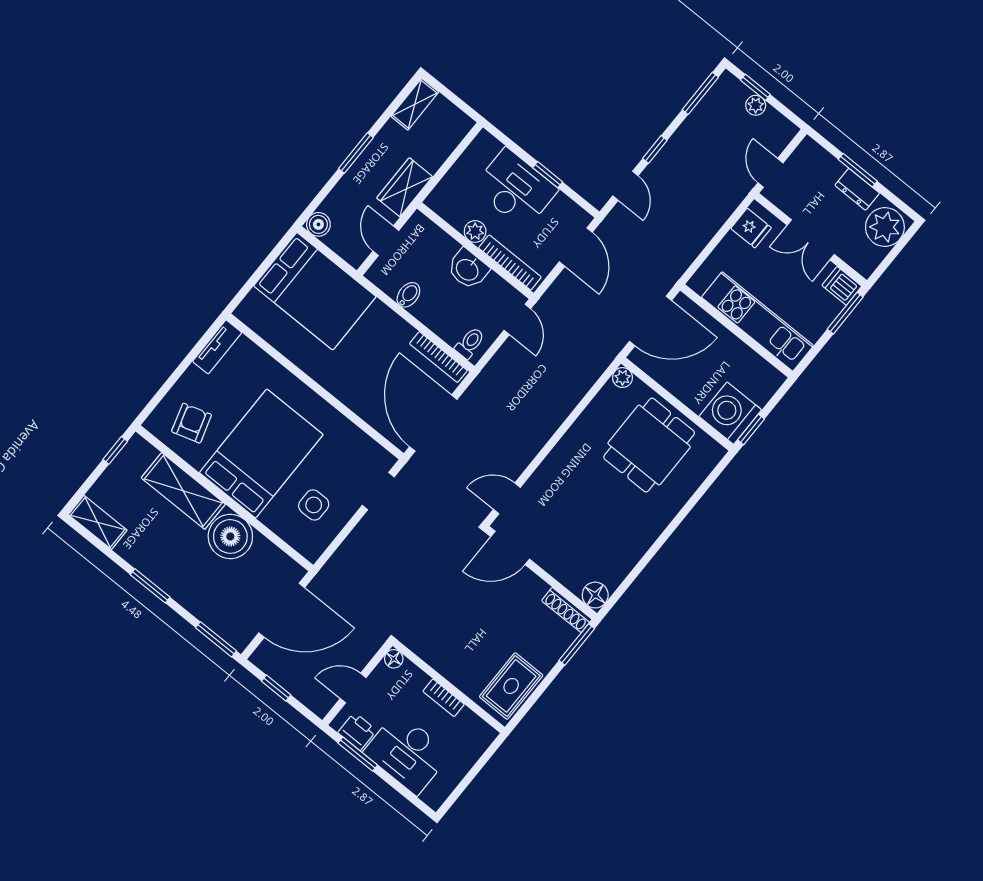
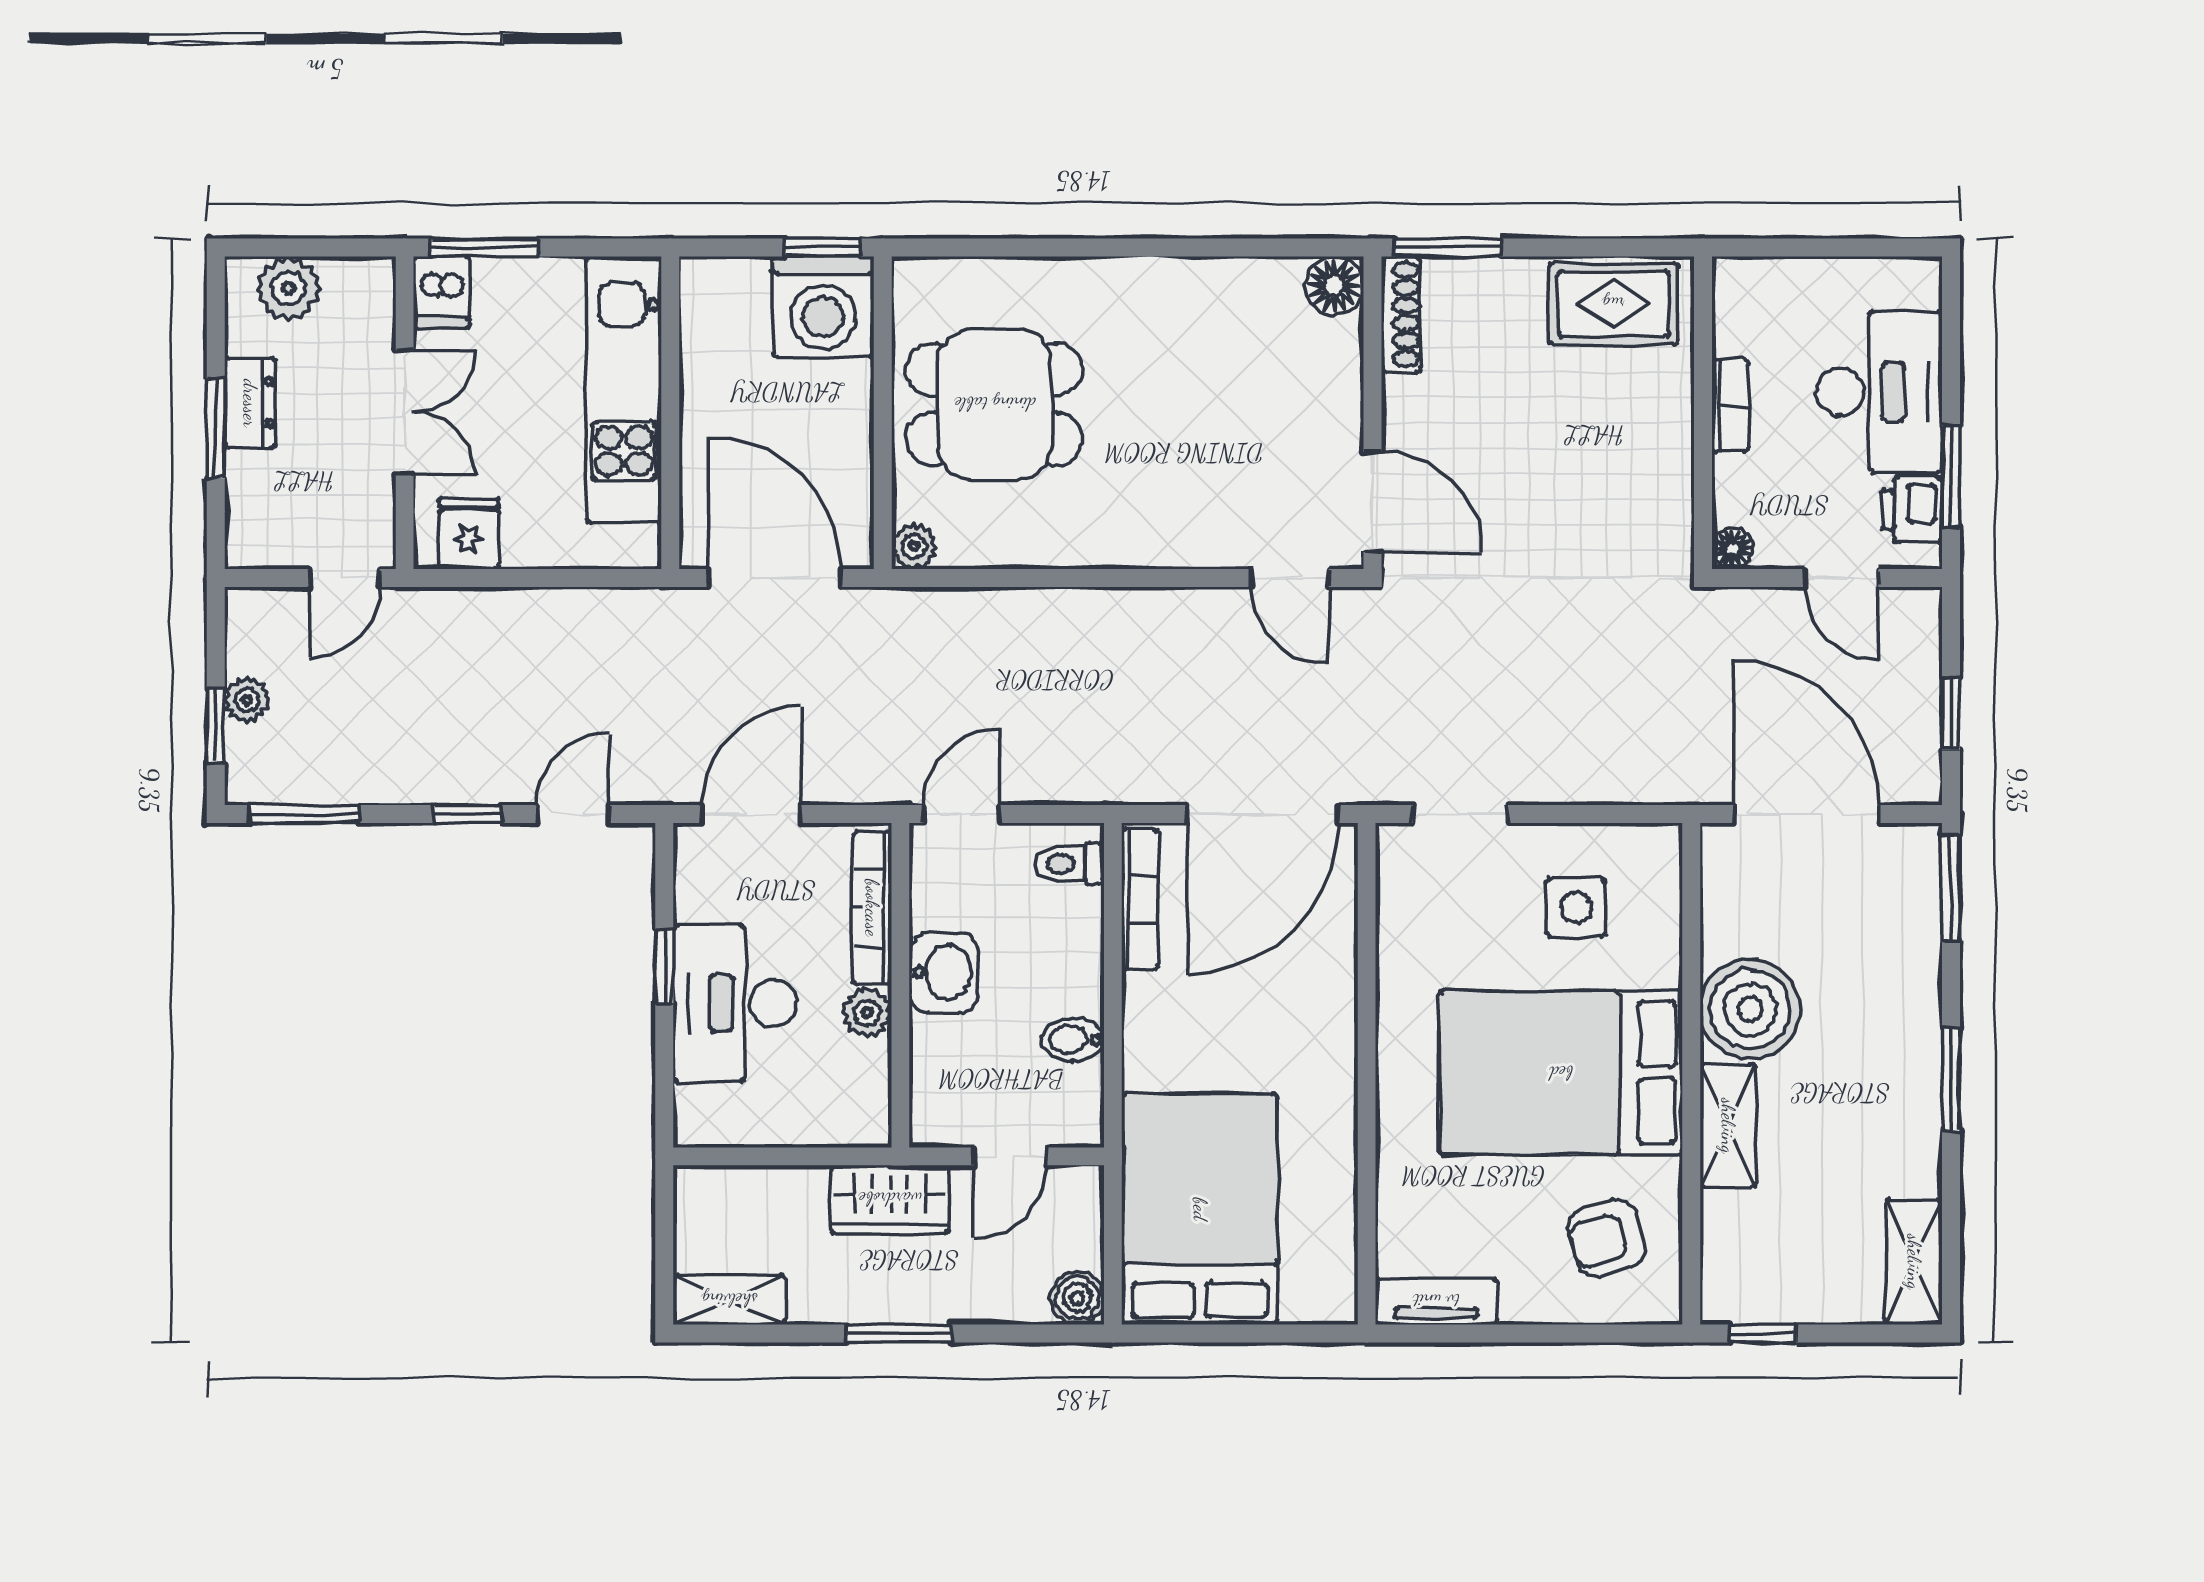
plant: (885, 227) -> (289, 288), width x0.73, depth x0.73
shelving: (183, 491) -> (1728, 1126), width x0.67, depth x0.75

